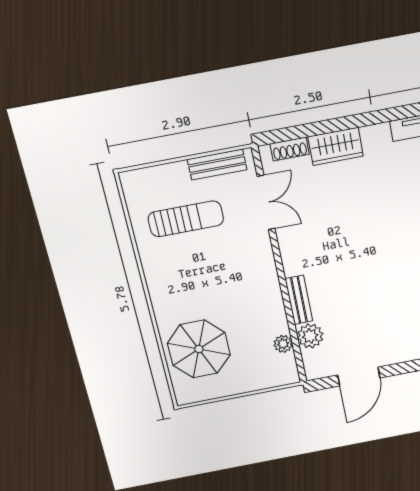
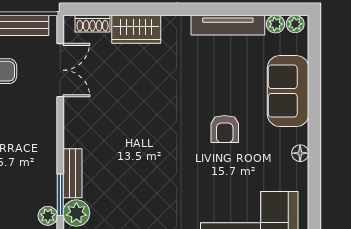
window: (291, 322) -> (60, 195), added

